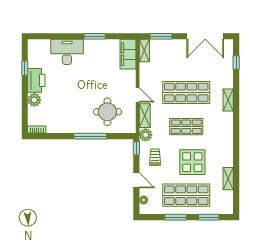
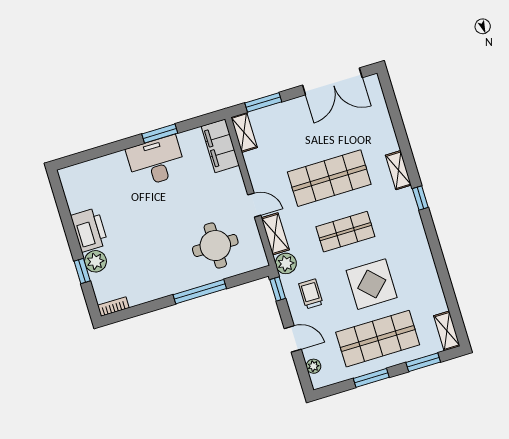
desk: (67, 52) -> (156, 161), moved
window: (236, 62) -> (420, 198), moved
window: (25, 68) -> (82, 271), moved
shelving: (228, 179) -> (447, 331), moved

